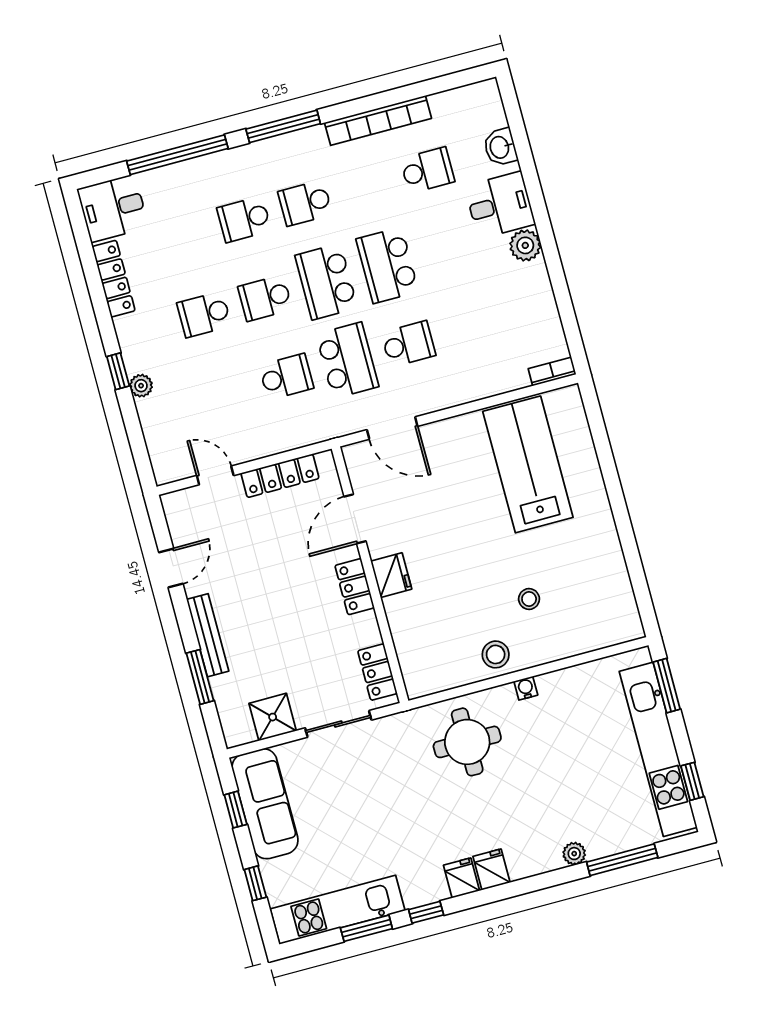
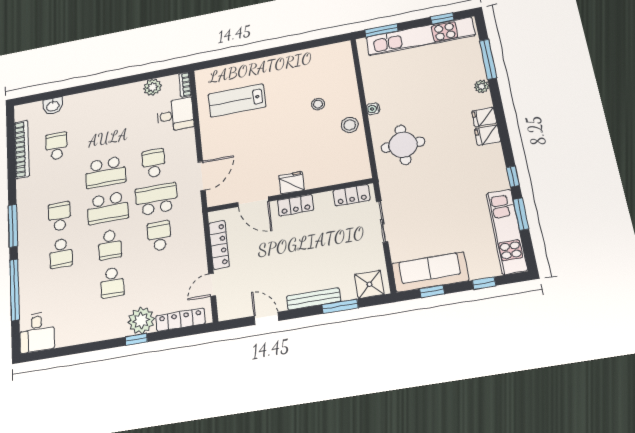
bookcase: (378, 120) -> (22, 149), moved
school desk: (305, 203) -> (59, 217), turned 180
desk: (500, 205) -> (175, 115), moved, turned 90
plant: (525, 245) -> (152, 87), moved
locker: (114, 279) -> (180, 320), moved
plant: (141, 386) -> (141, 321), width x1.88, depth x1.88
lab bench: (528, 464) -> (237, 100), width x0.73, depth x0.72
shower: (273, 717) -> (369, 284), moved
fridge: (461, 878) -> (484, 117), moved

